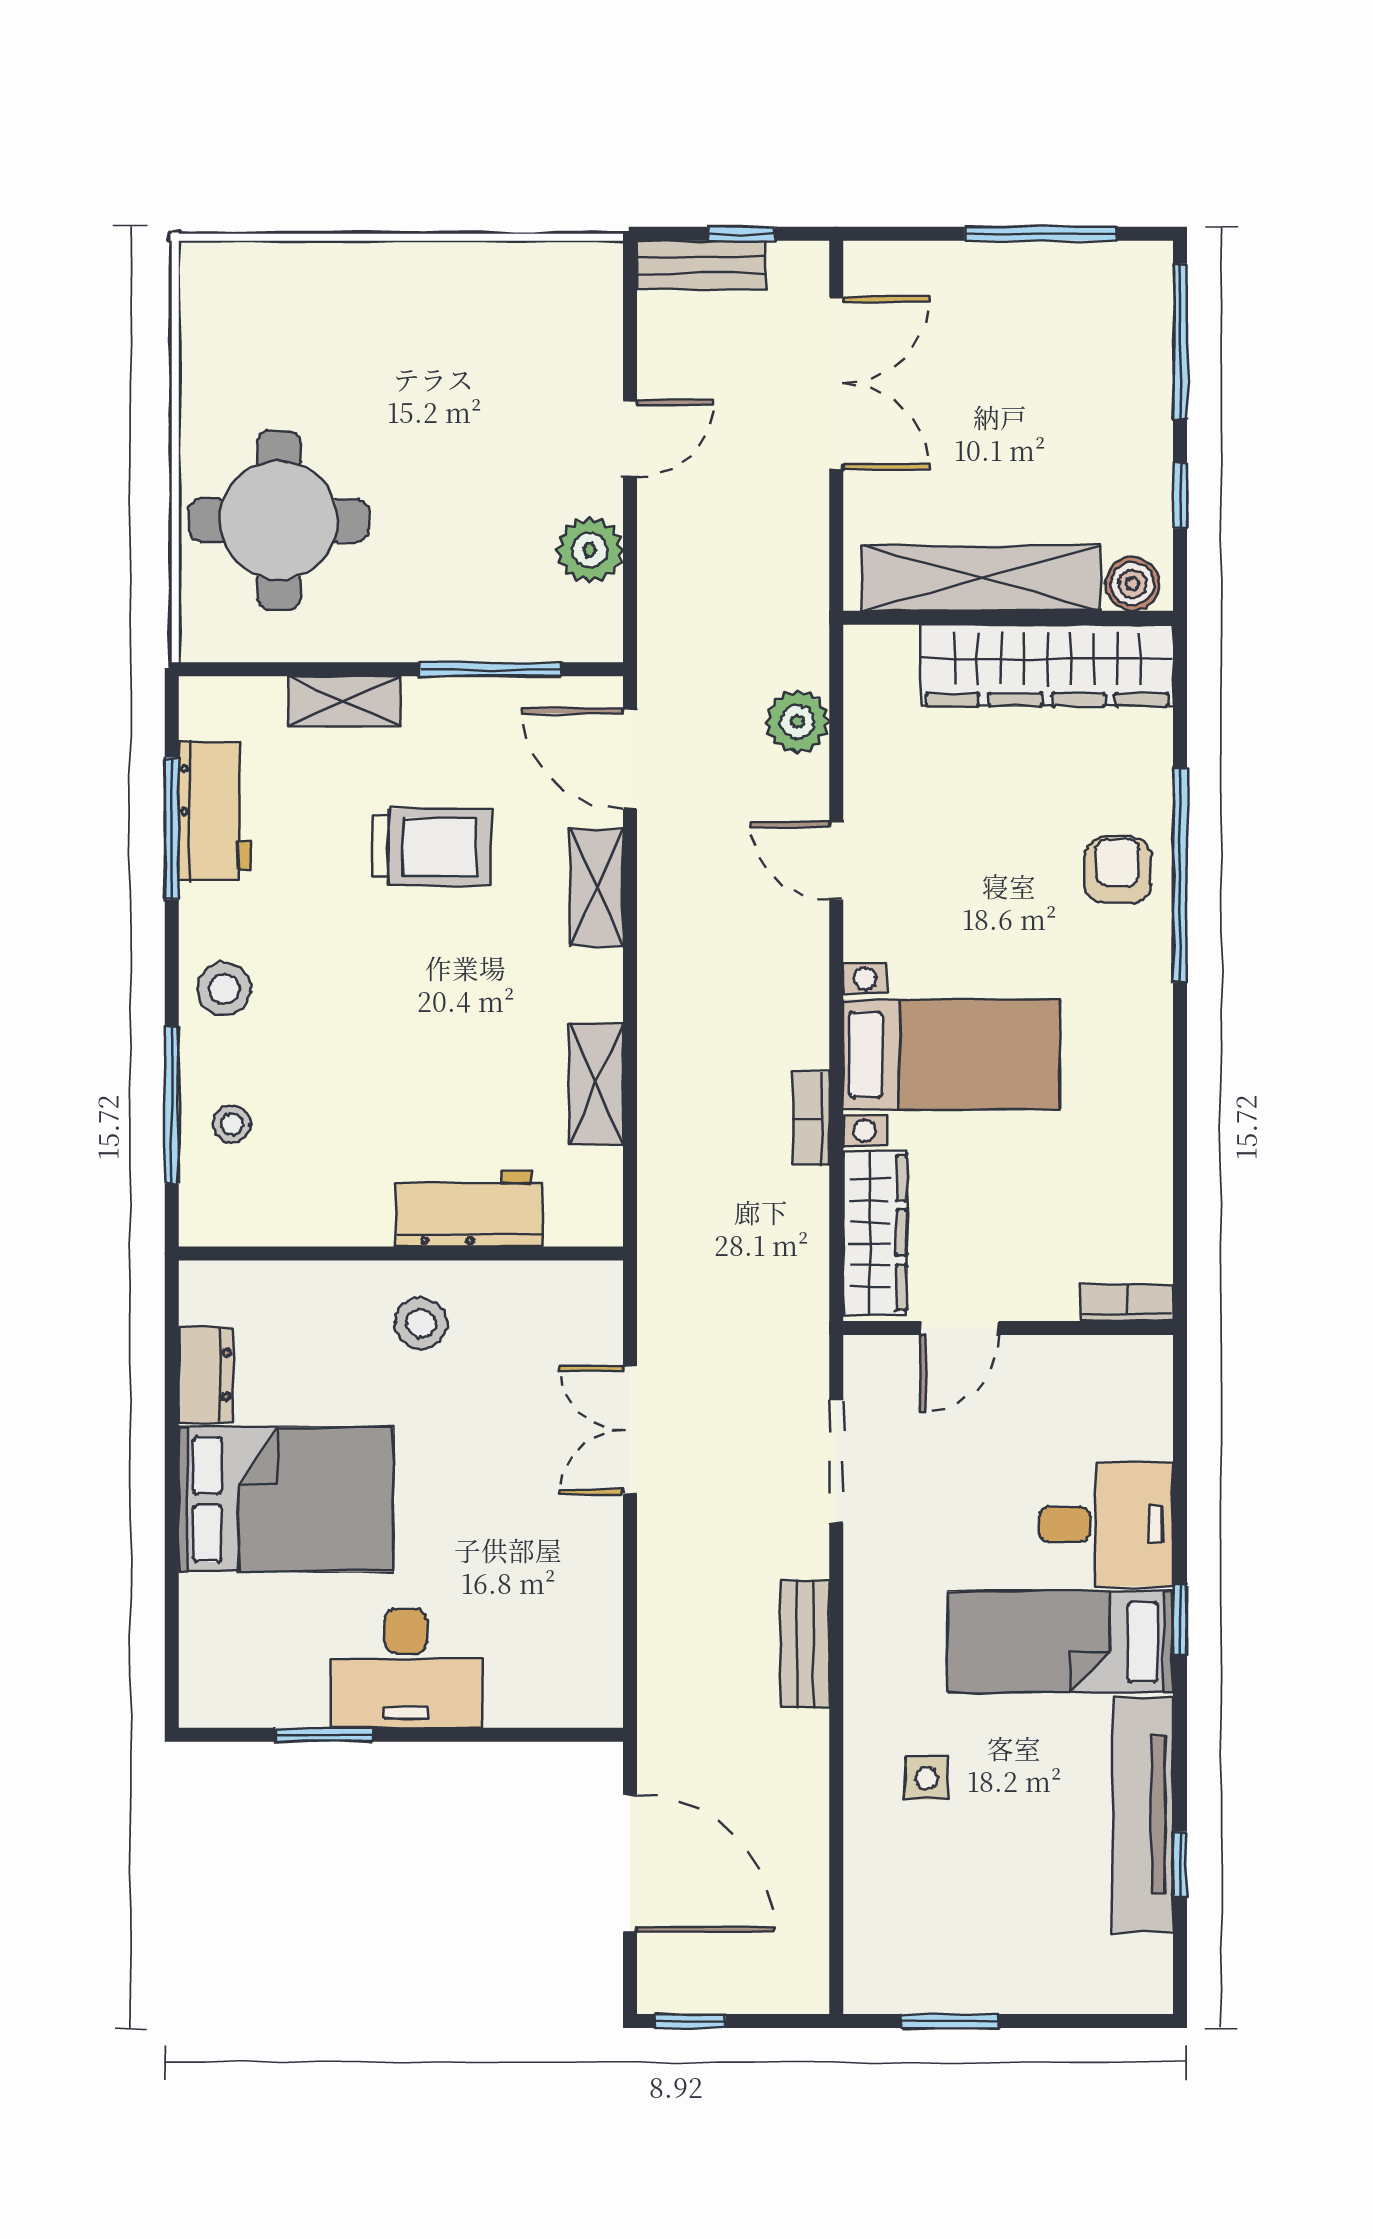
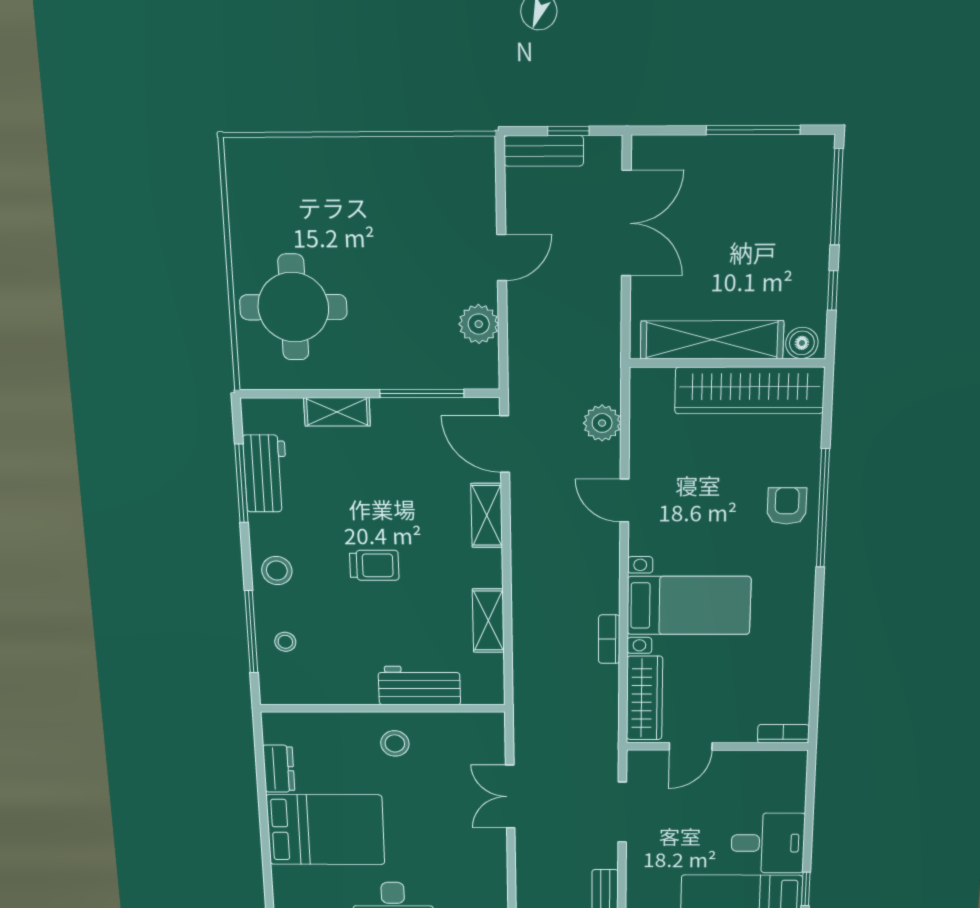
trolley: (432, 847) -> (374, 565), moved, width x0.73, depth x0.72

